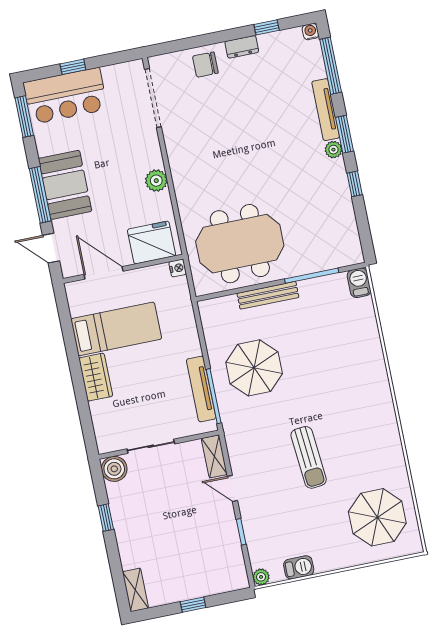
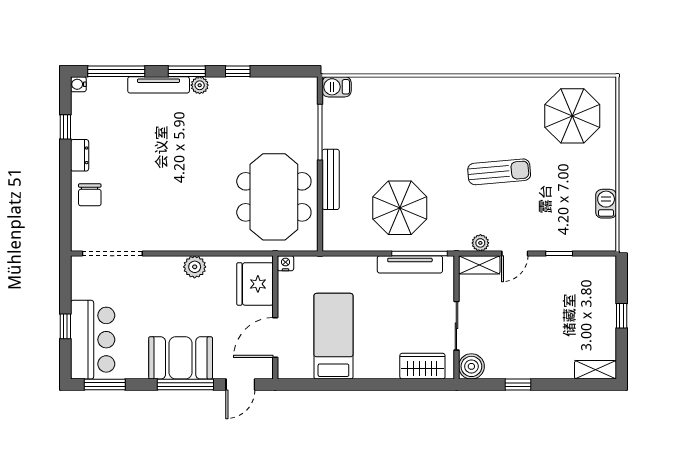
wardrobe: (96, 377) -> (422, 366), moved
plant: (261, 577) -> (480, 243), moved

